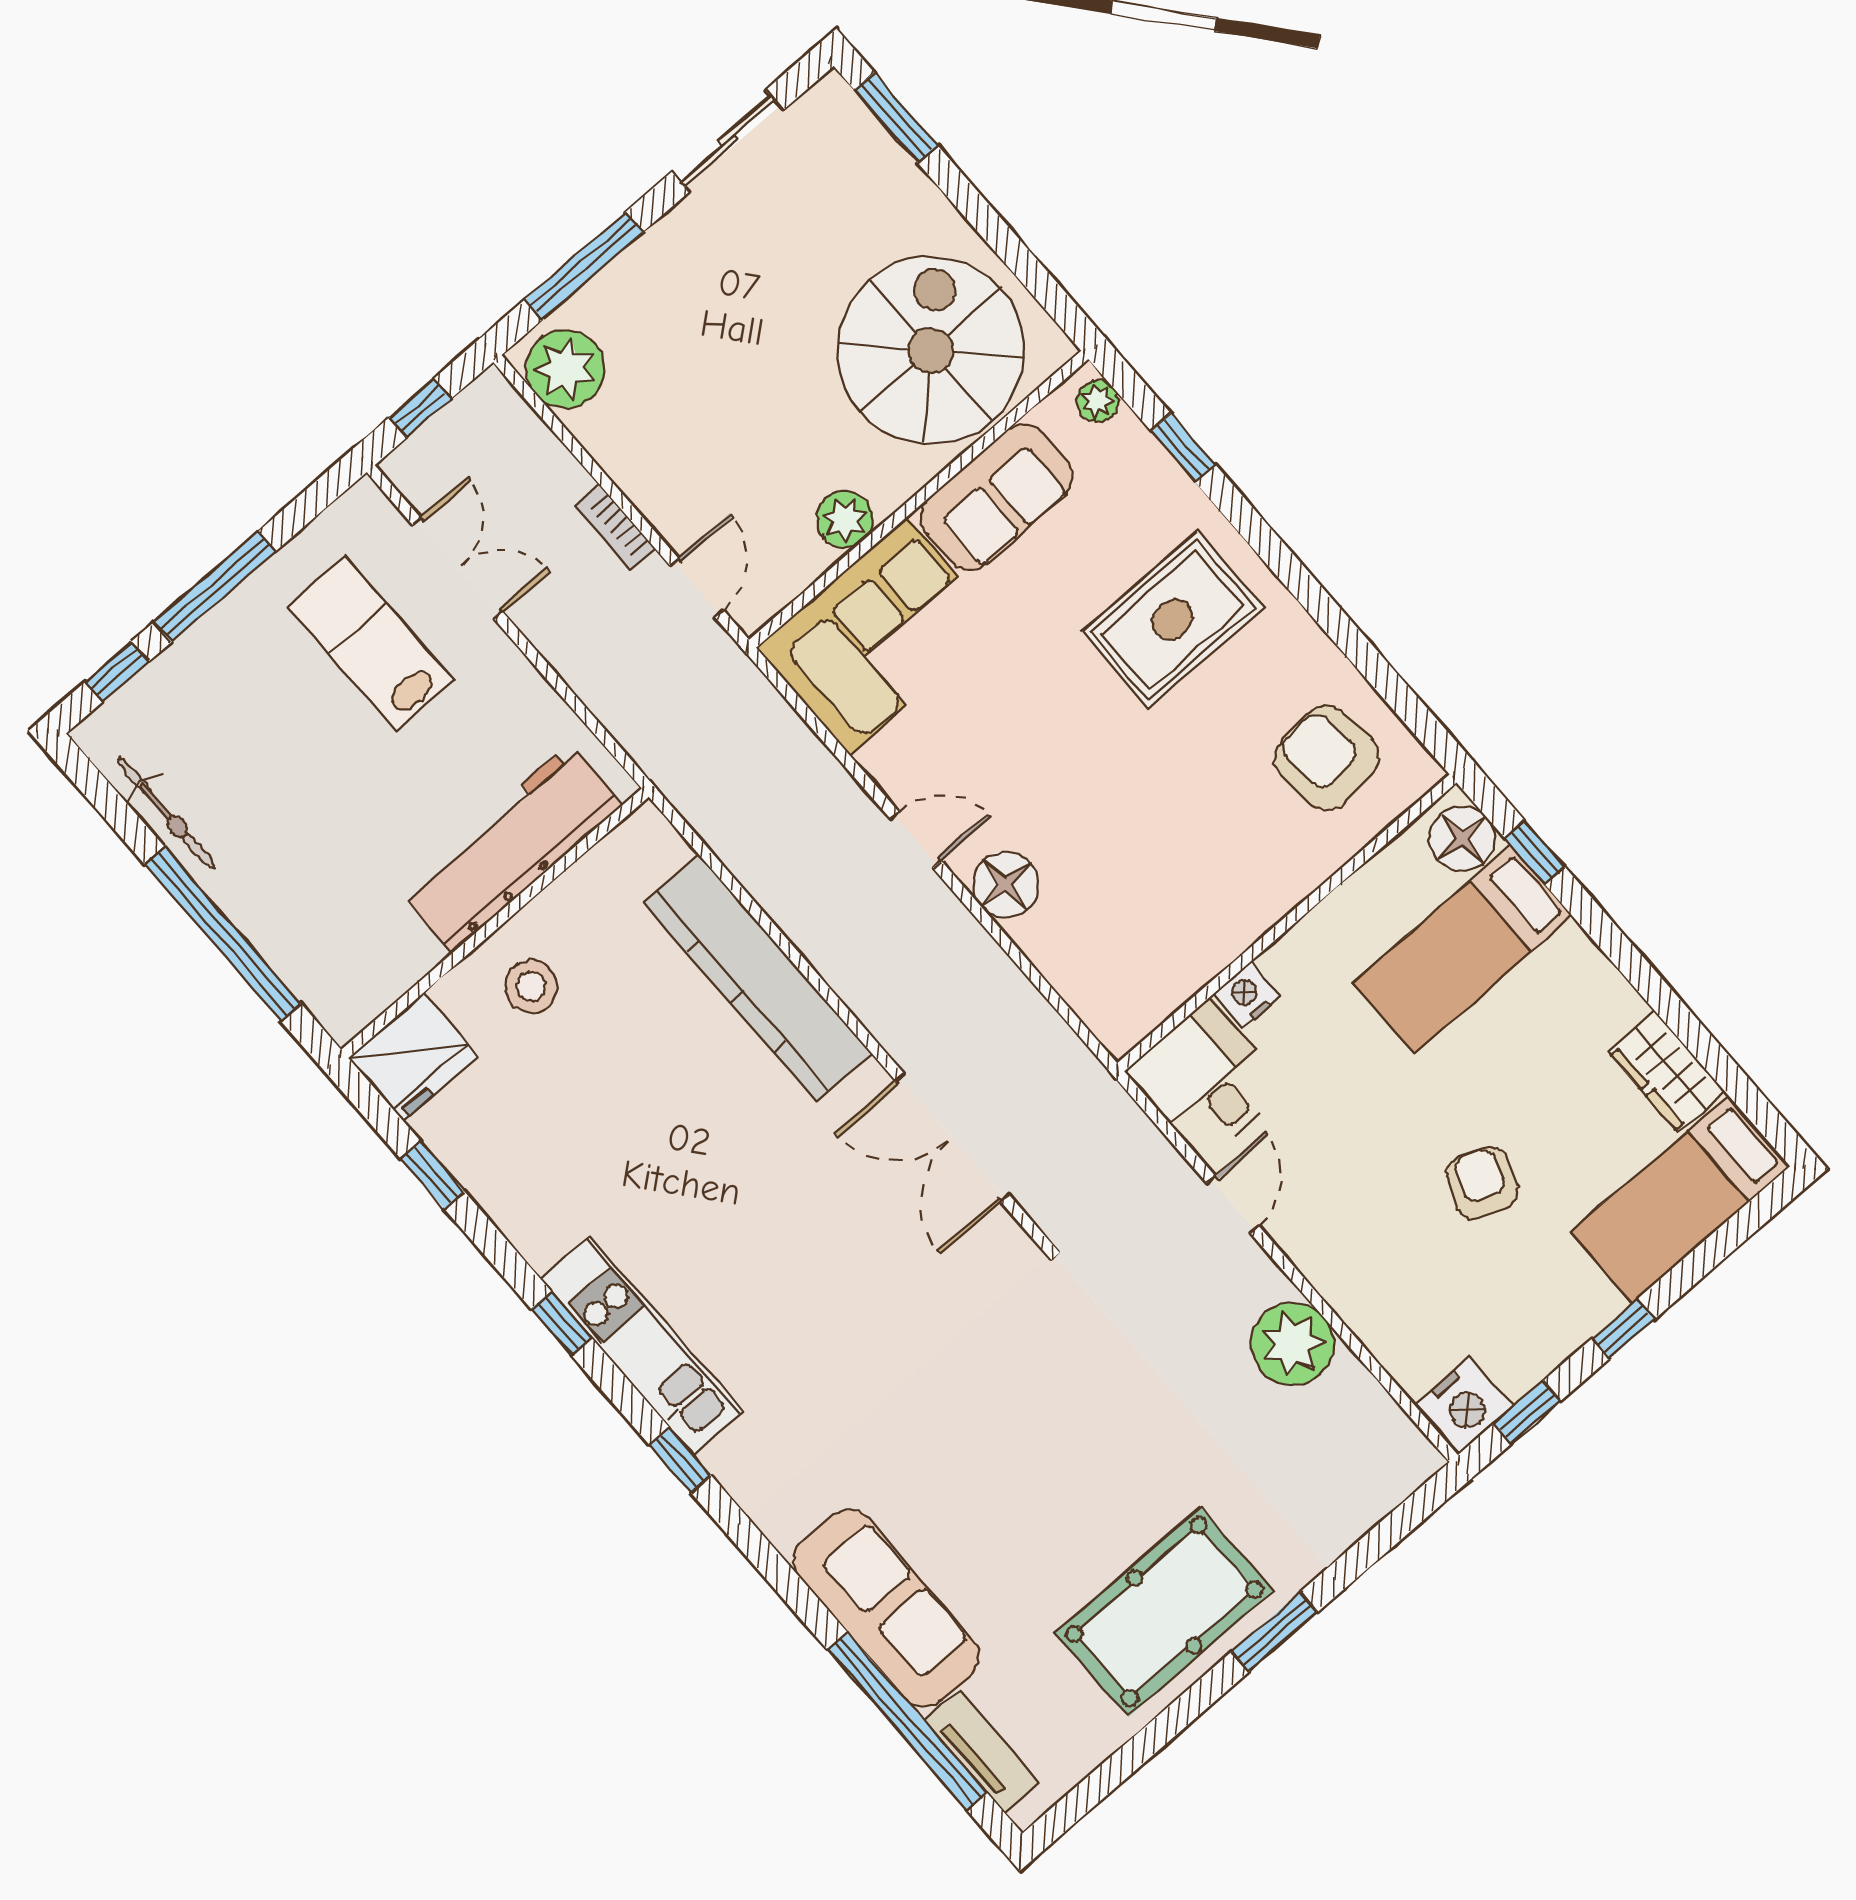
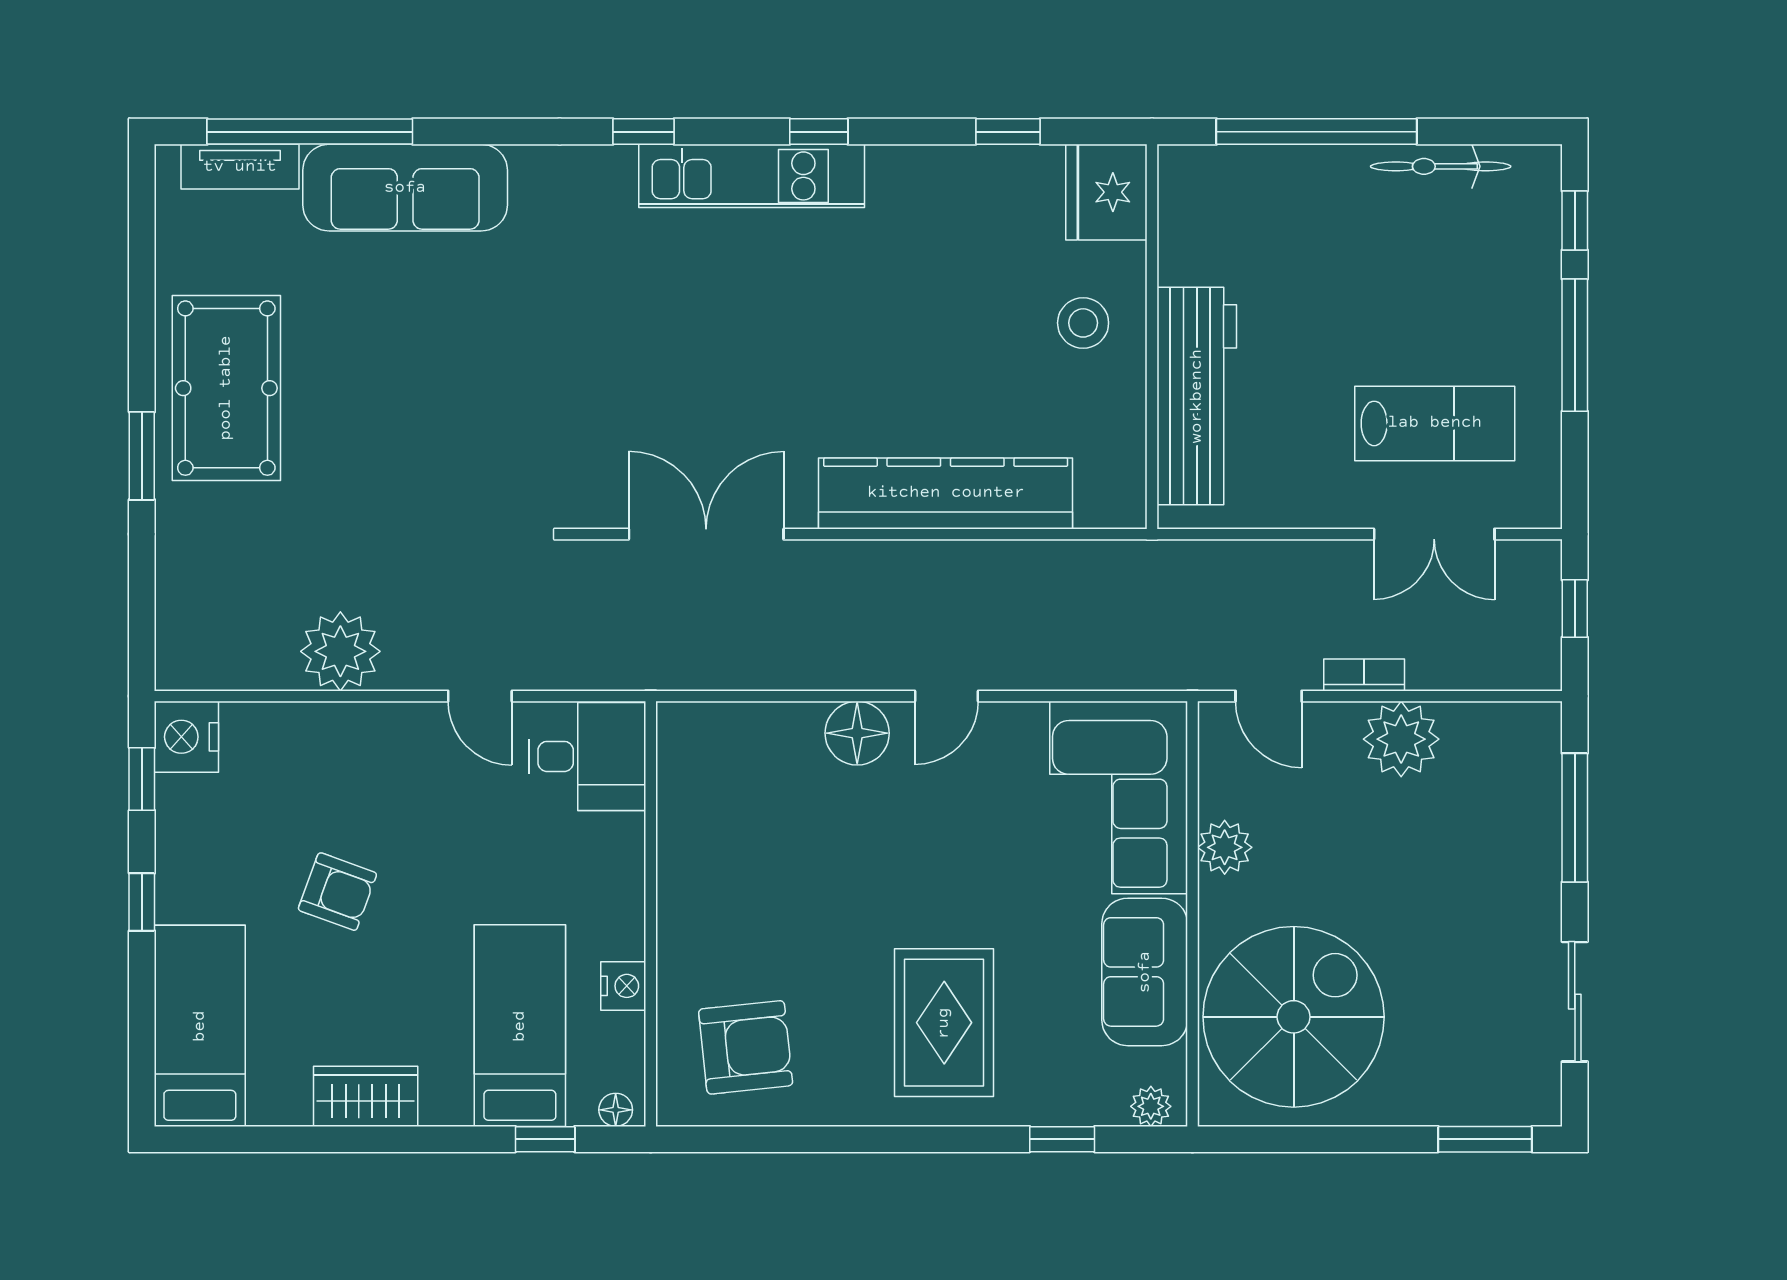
spiral stairs: (931, 350) -> (1294, 1017), turned -90
plant: (565, 369) -> (1401, 739), moved
floor lamp: (1462, 839) -> (616, 1110), width x0.53, depth x0.53
nightstand: (1247, 995) -> (623, 986), moved
wardrobe: (1667, 1072) -> (366, 1096), moved

